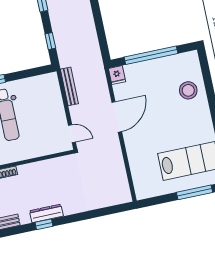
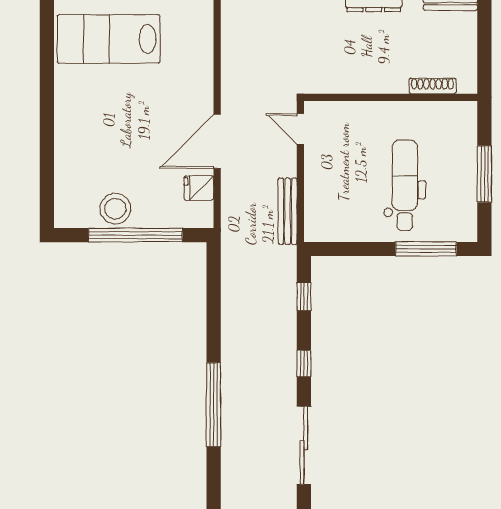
fridge: (117, 75) -> (199, 188), moved, turned -90
stool: (188, 90) -> (115, 209), moved

